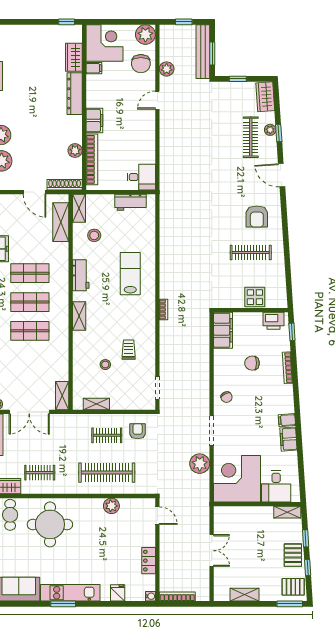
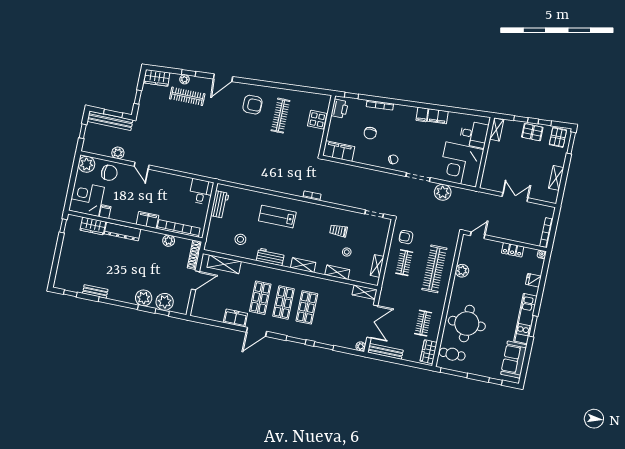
shelving: (79, 208) -> (337, 272), moved

